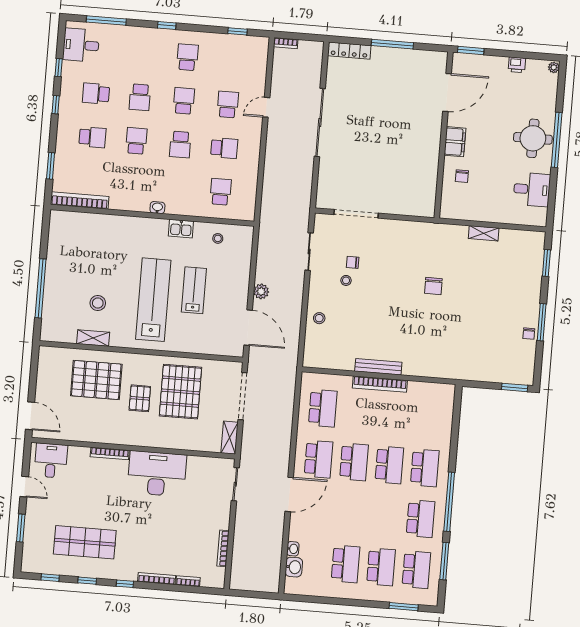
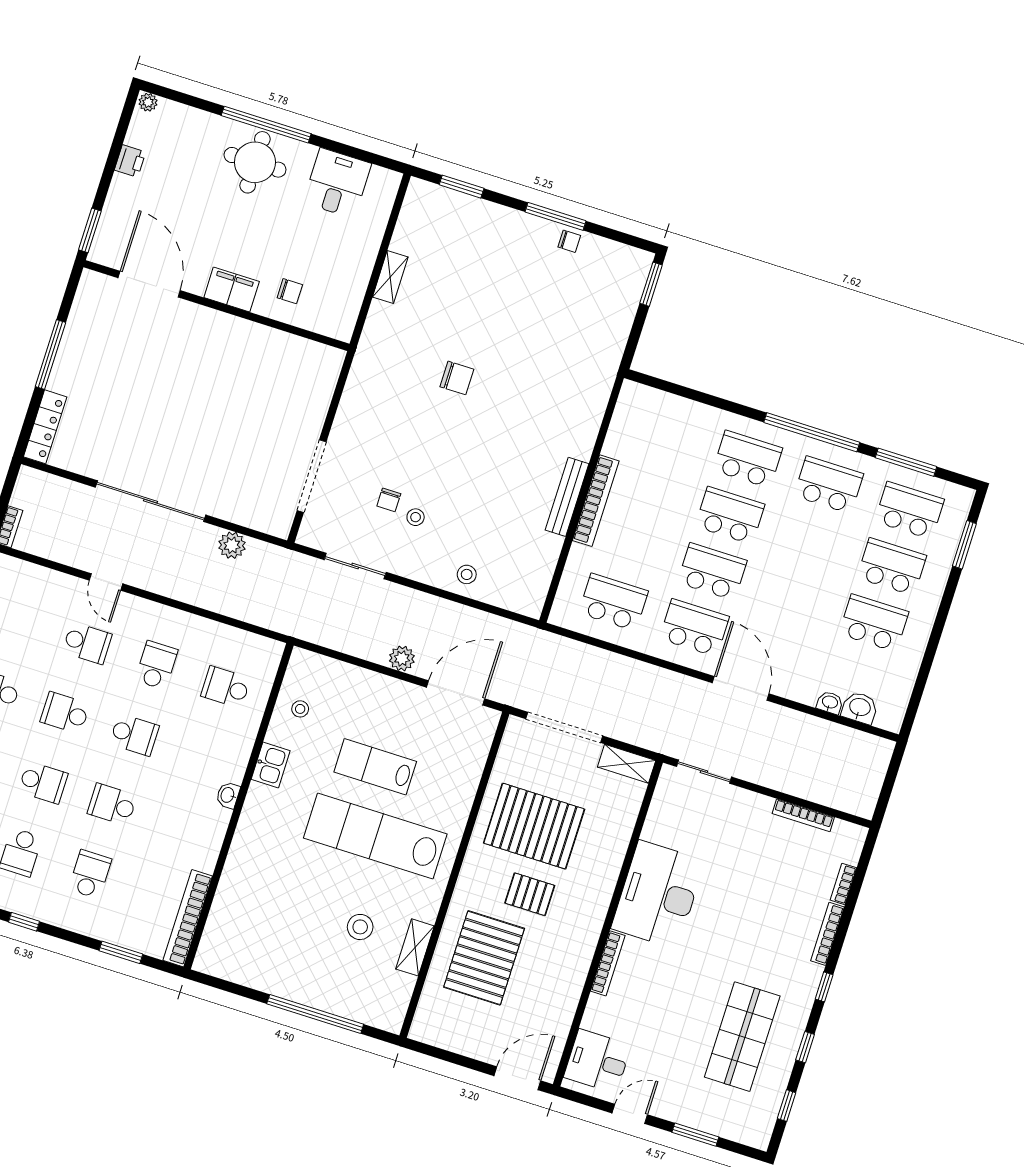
school desk: (228, 104) -> (87, 643), turned 180
plant: (305, 176) -> (232, 545), added

